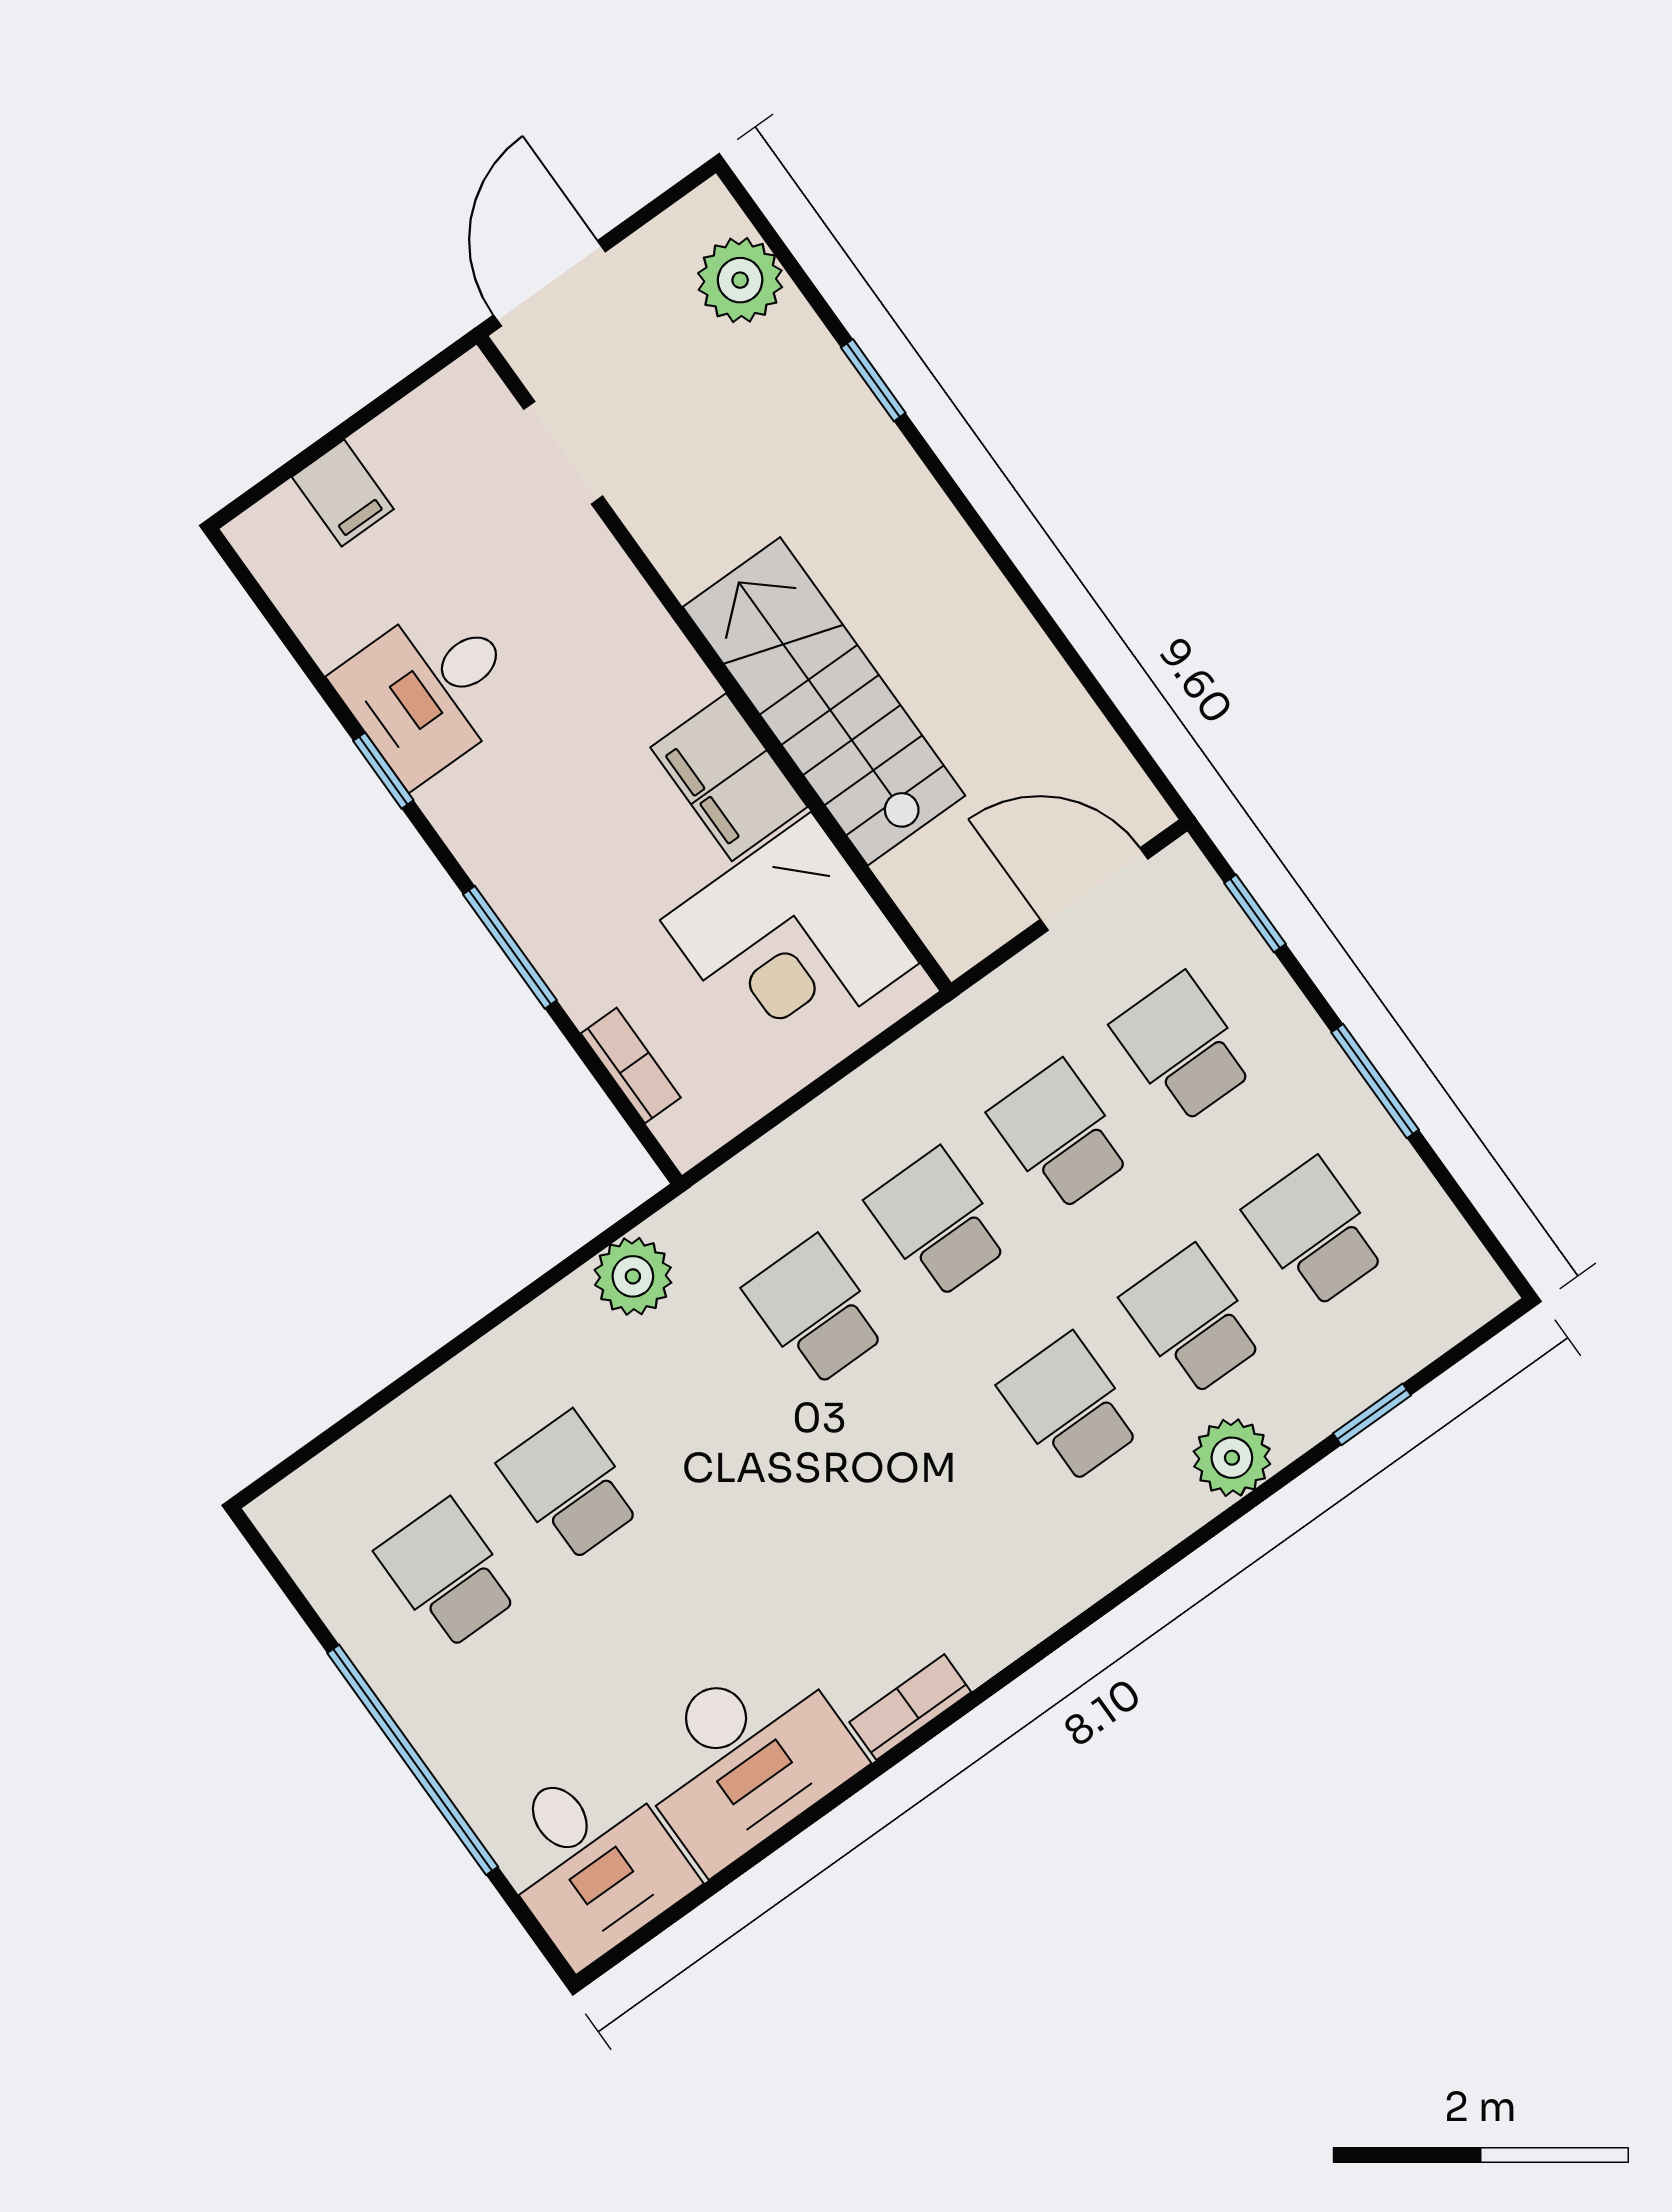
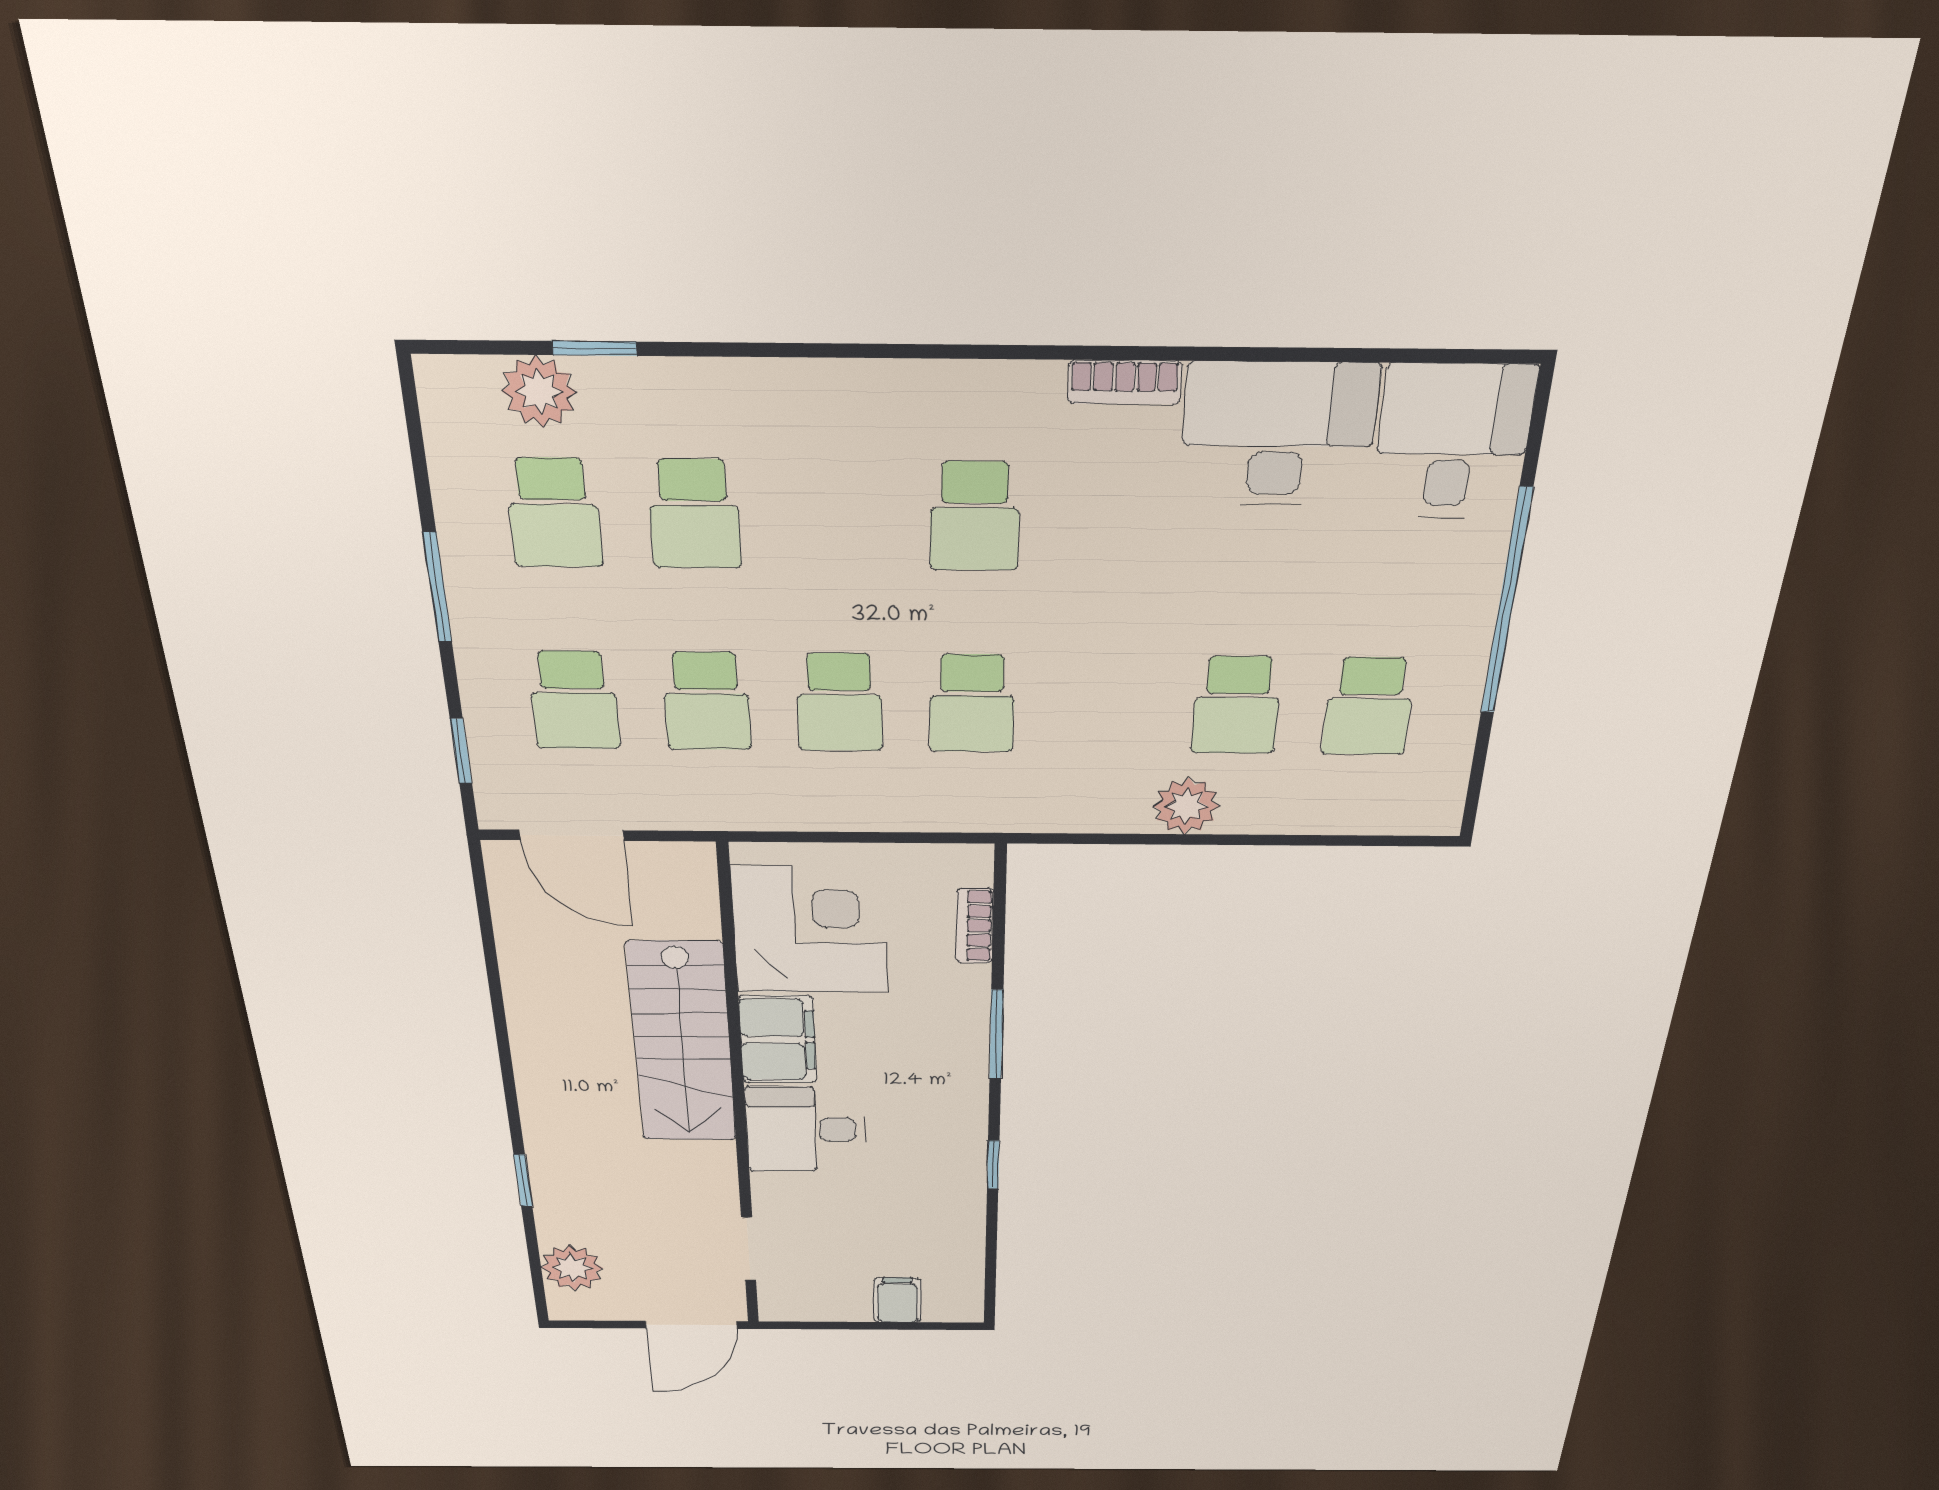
desk: (430, 690) -> (806, 1129), moved, turned 180
plant: (633, 1276) -> (1186, 806), moved
school desk: (1070, 1408) -> (975, 516), moved
plant: (1232, 1458) -> (539, 392), moved

